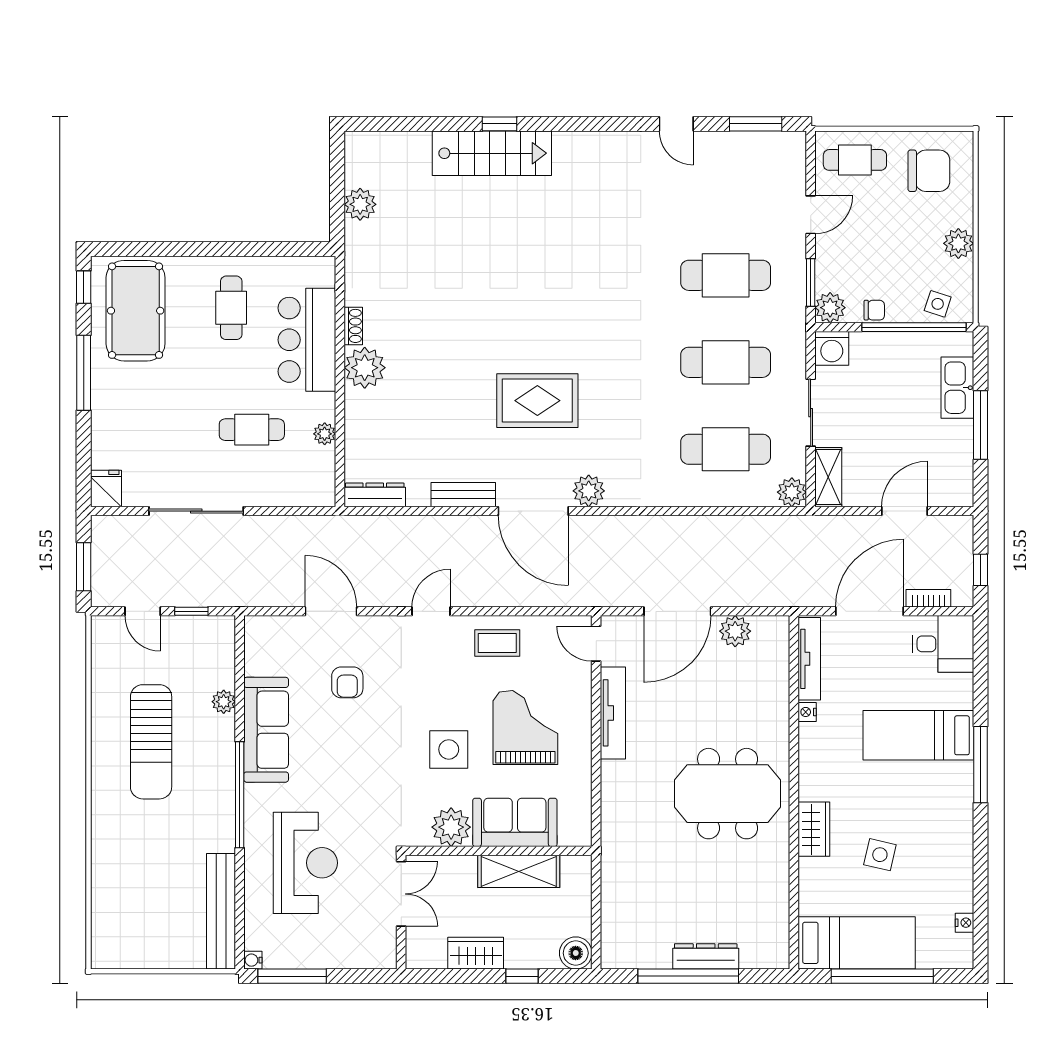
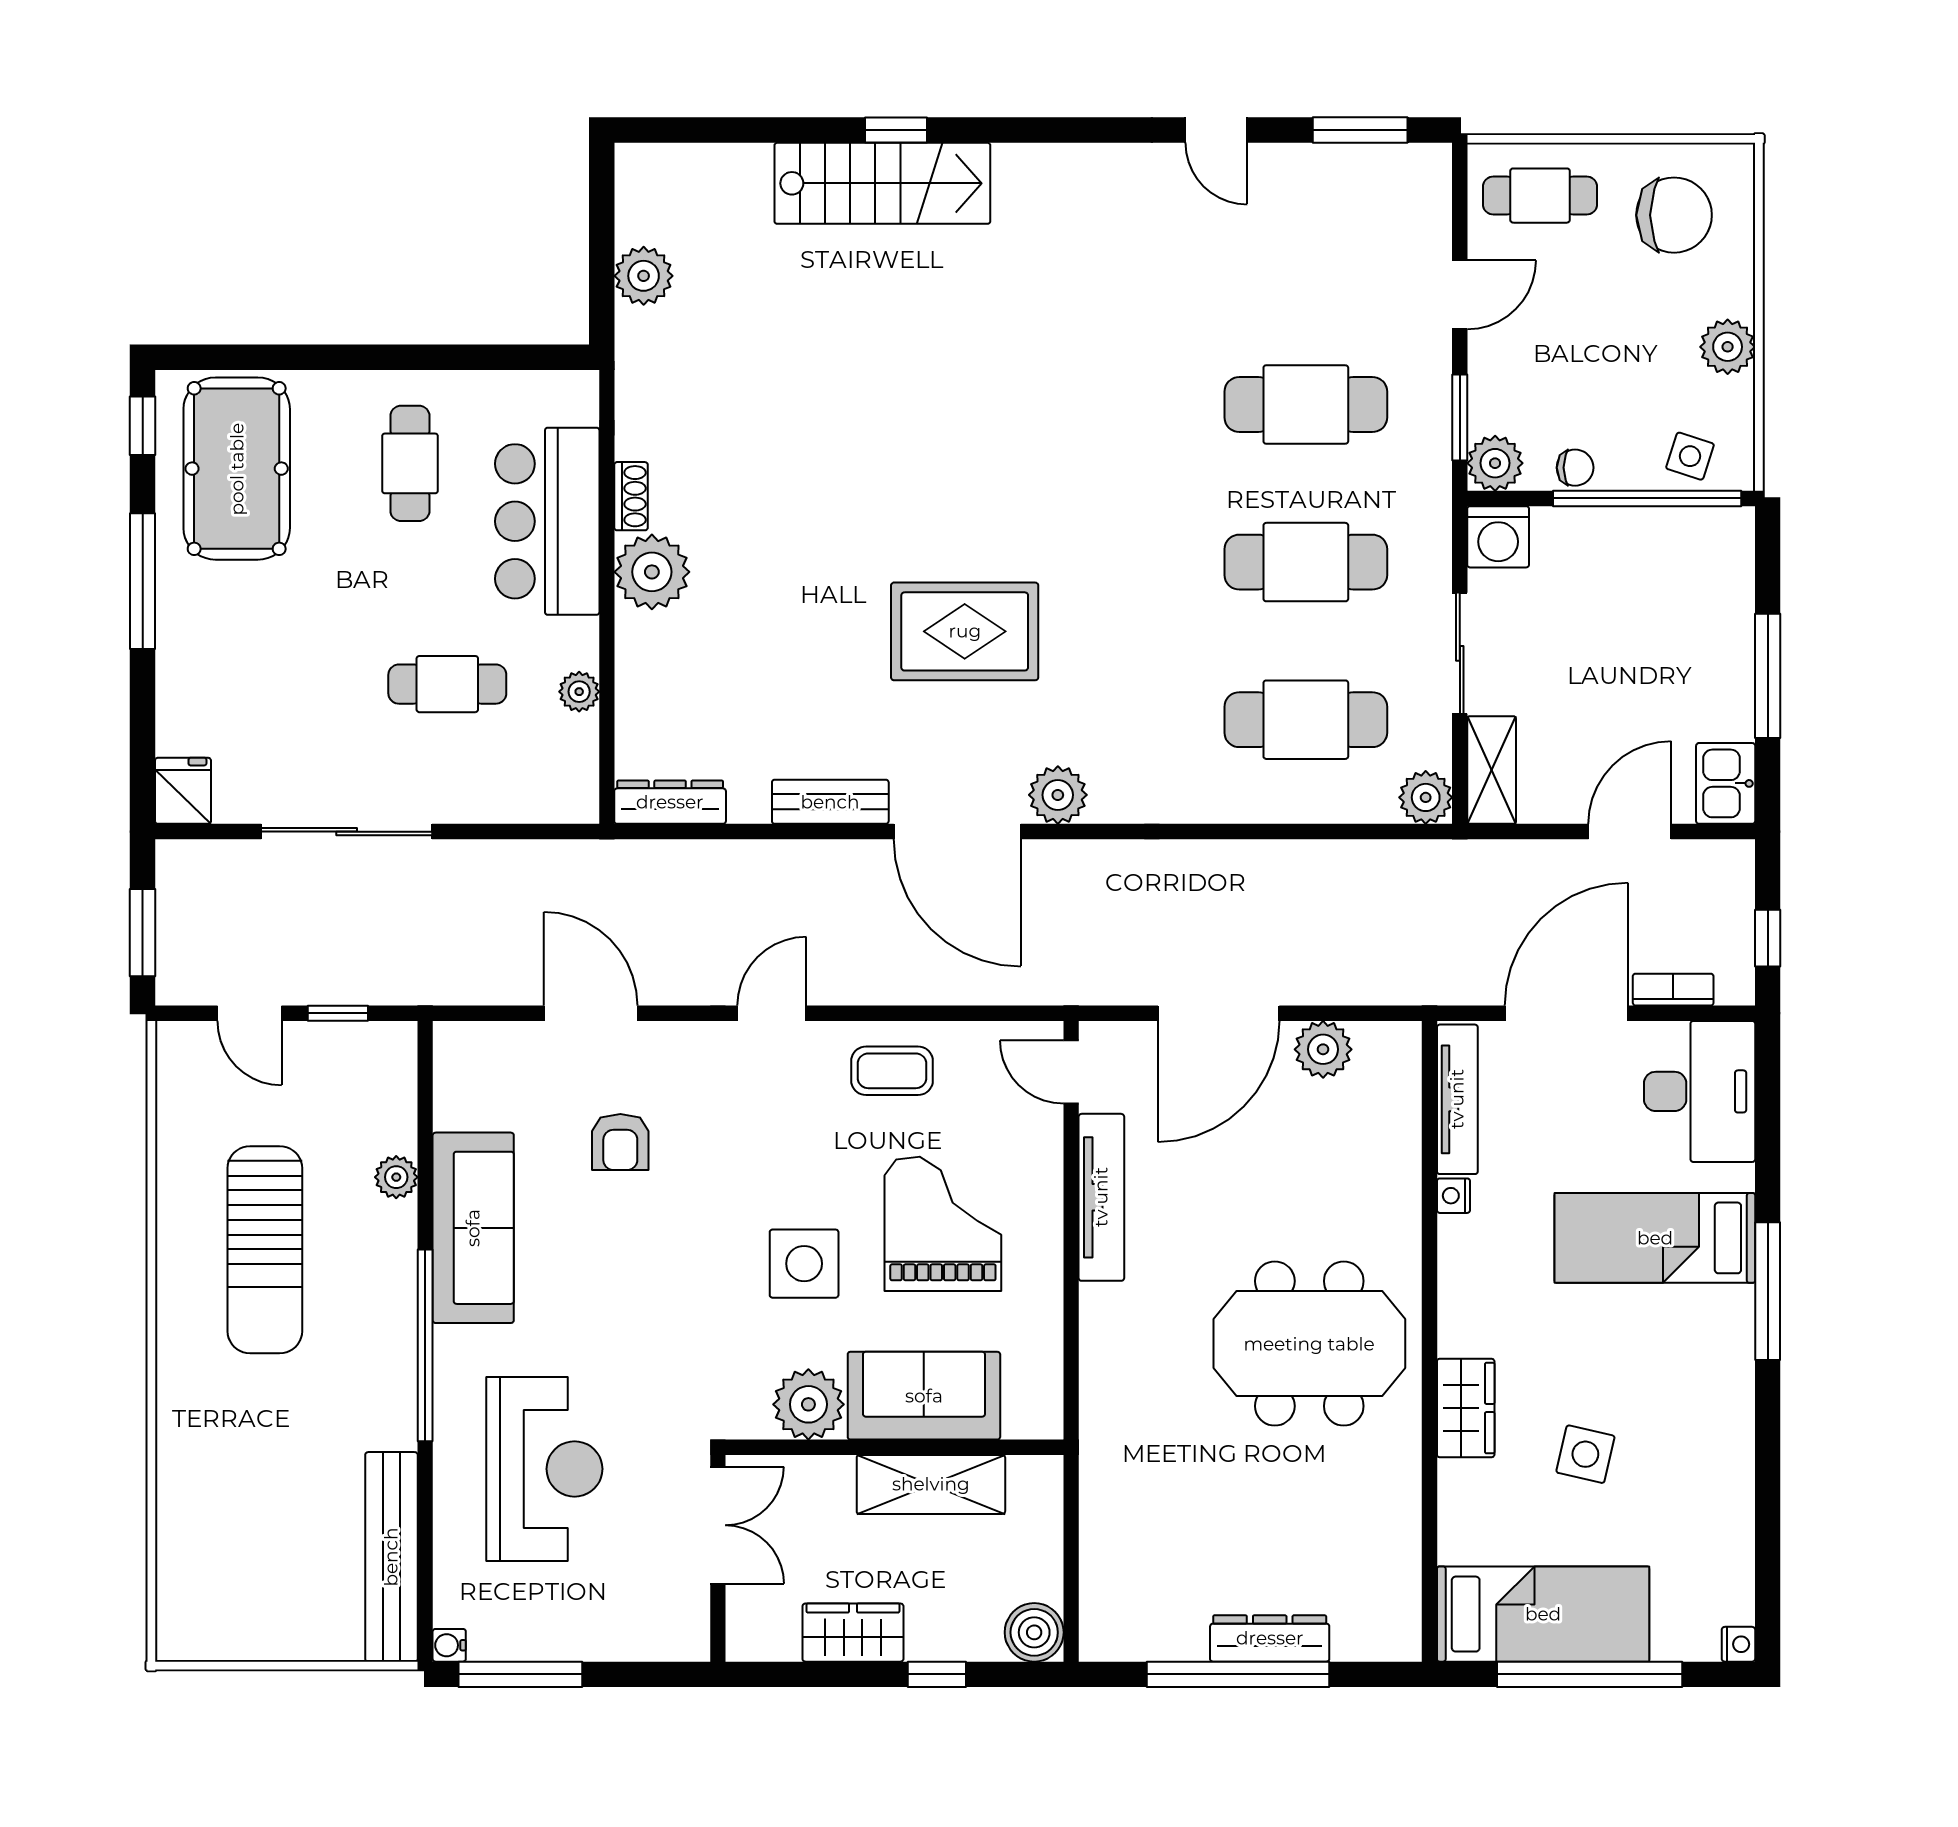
kitchen sink: (957, 388) -> (1726, 783), moved, width x0.73
desk: (943, 644) -> (1700, 1091), width x1.37
nightstand: (964, 923) -> (1738, 1644), moved

